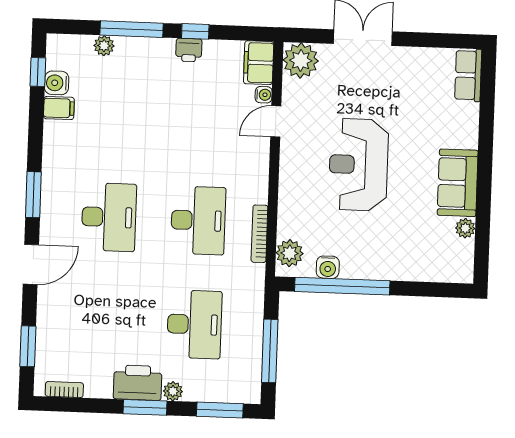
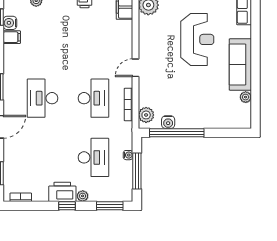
water cooler: (264, 95) -> (128, 155), moved
door: (276, 121) -> (136, 68), moved
reception desk: (358, 165) -> (197, 39), moved, turned 180
sofa: (458, 183) -> (240, 64), width x1.36
desk: (109, 217) -> (43, 98), turned 180
window: (145, 407) -> (67, 206), width x0.67

